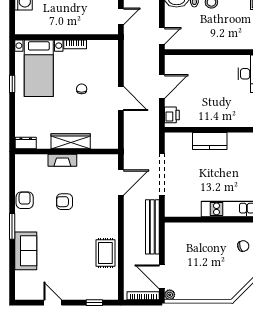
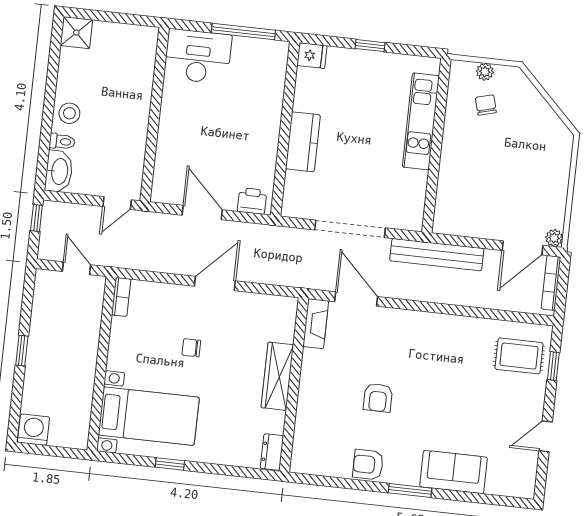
door: (162, 36) -> (117, 203), swing flipped
bookcase: (75, 44) -> (121, 297), moved
fireplace: (62, 160) -> (316, 324), moved
rug: (105, 253) -> (519, 356), moved

